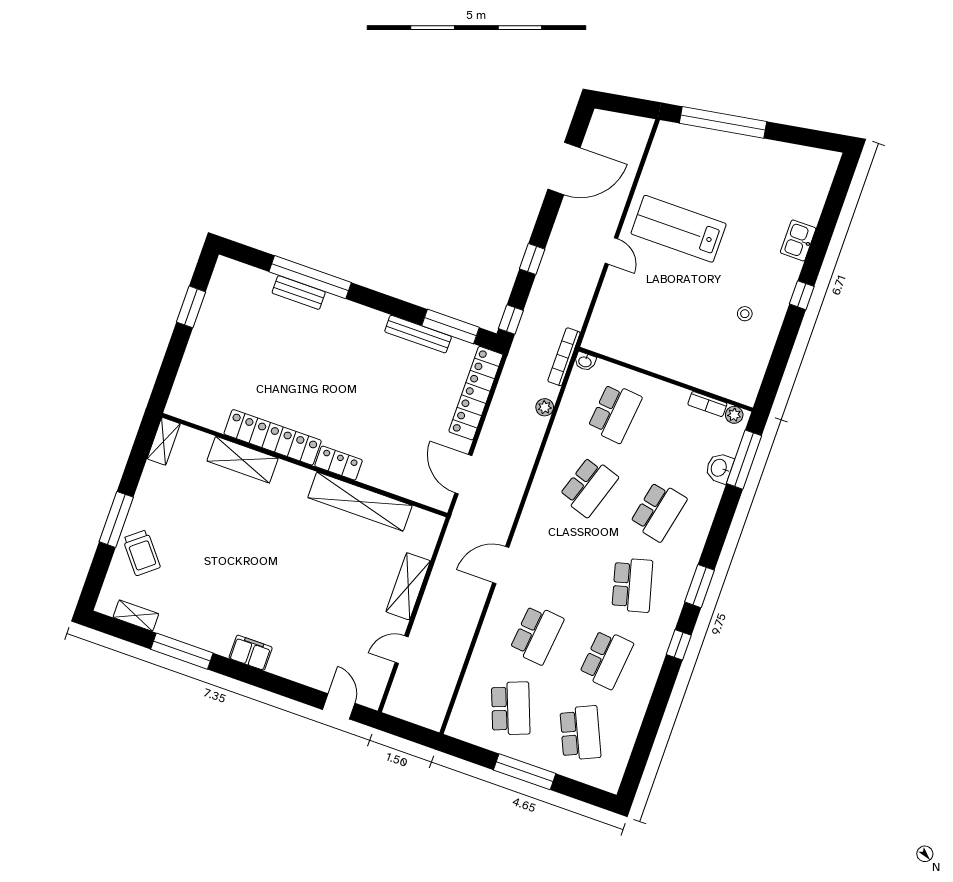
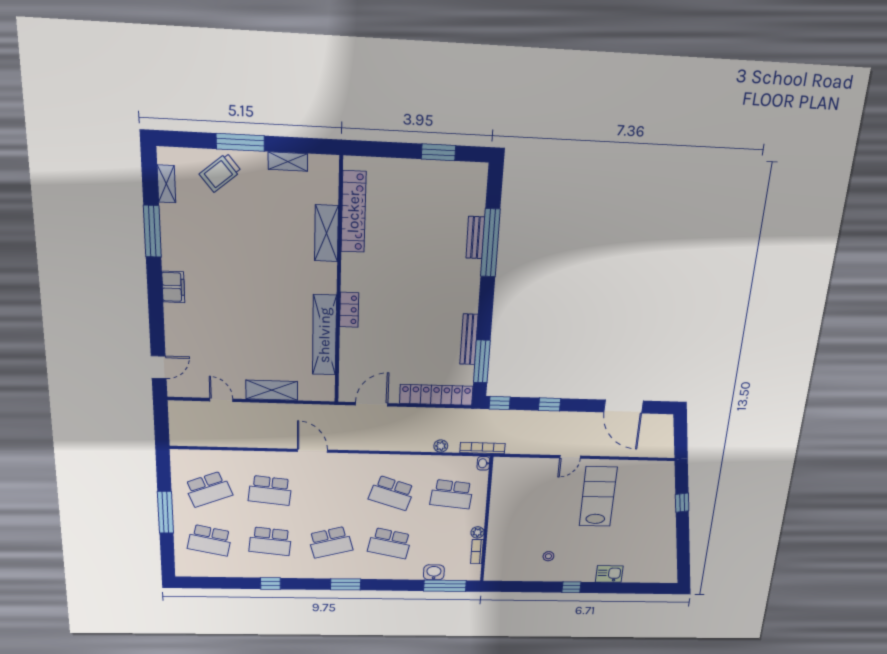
window: (723, 122) -> (682, 503), width x0.32
plant: (734, 415) -> (477, 532), moved
locker: (273, 437) -> (353, 212), moved
shelving: (164, 441) -> (288, 162), moved
window: (679, 645) -> (270, 583), moved
school desk: (580, 733) -> (210, 540), turned 36

